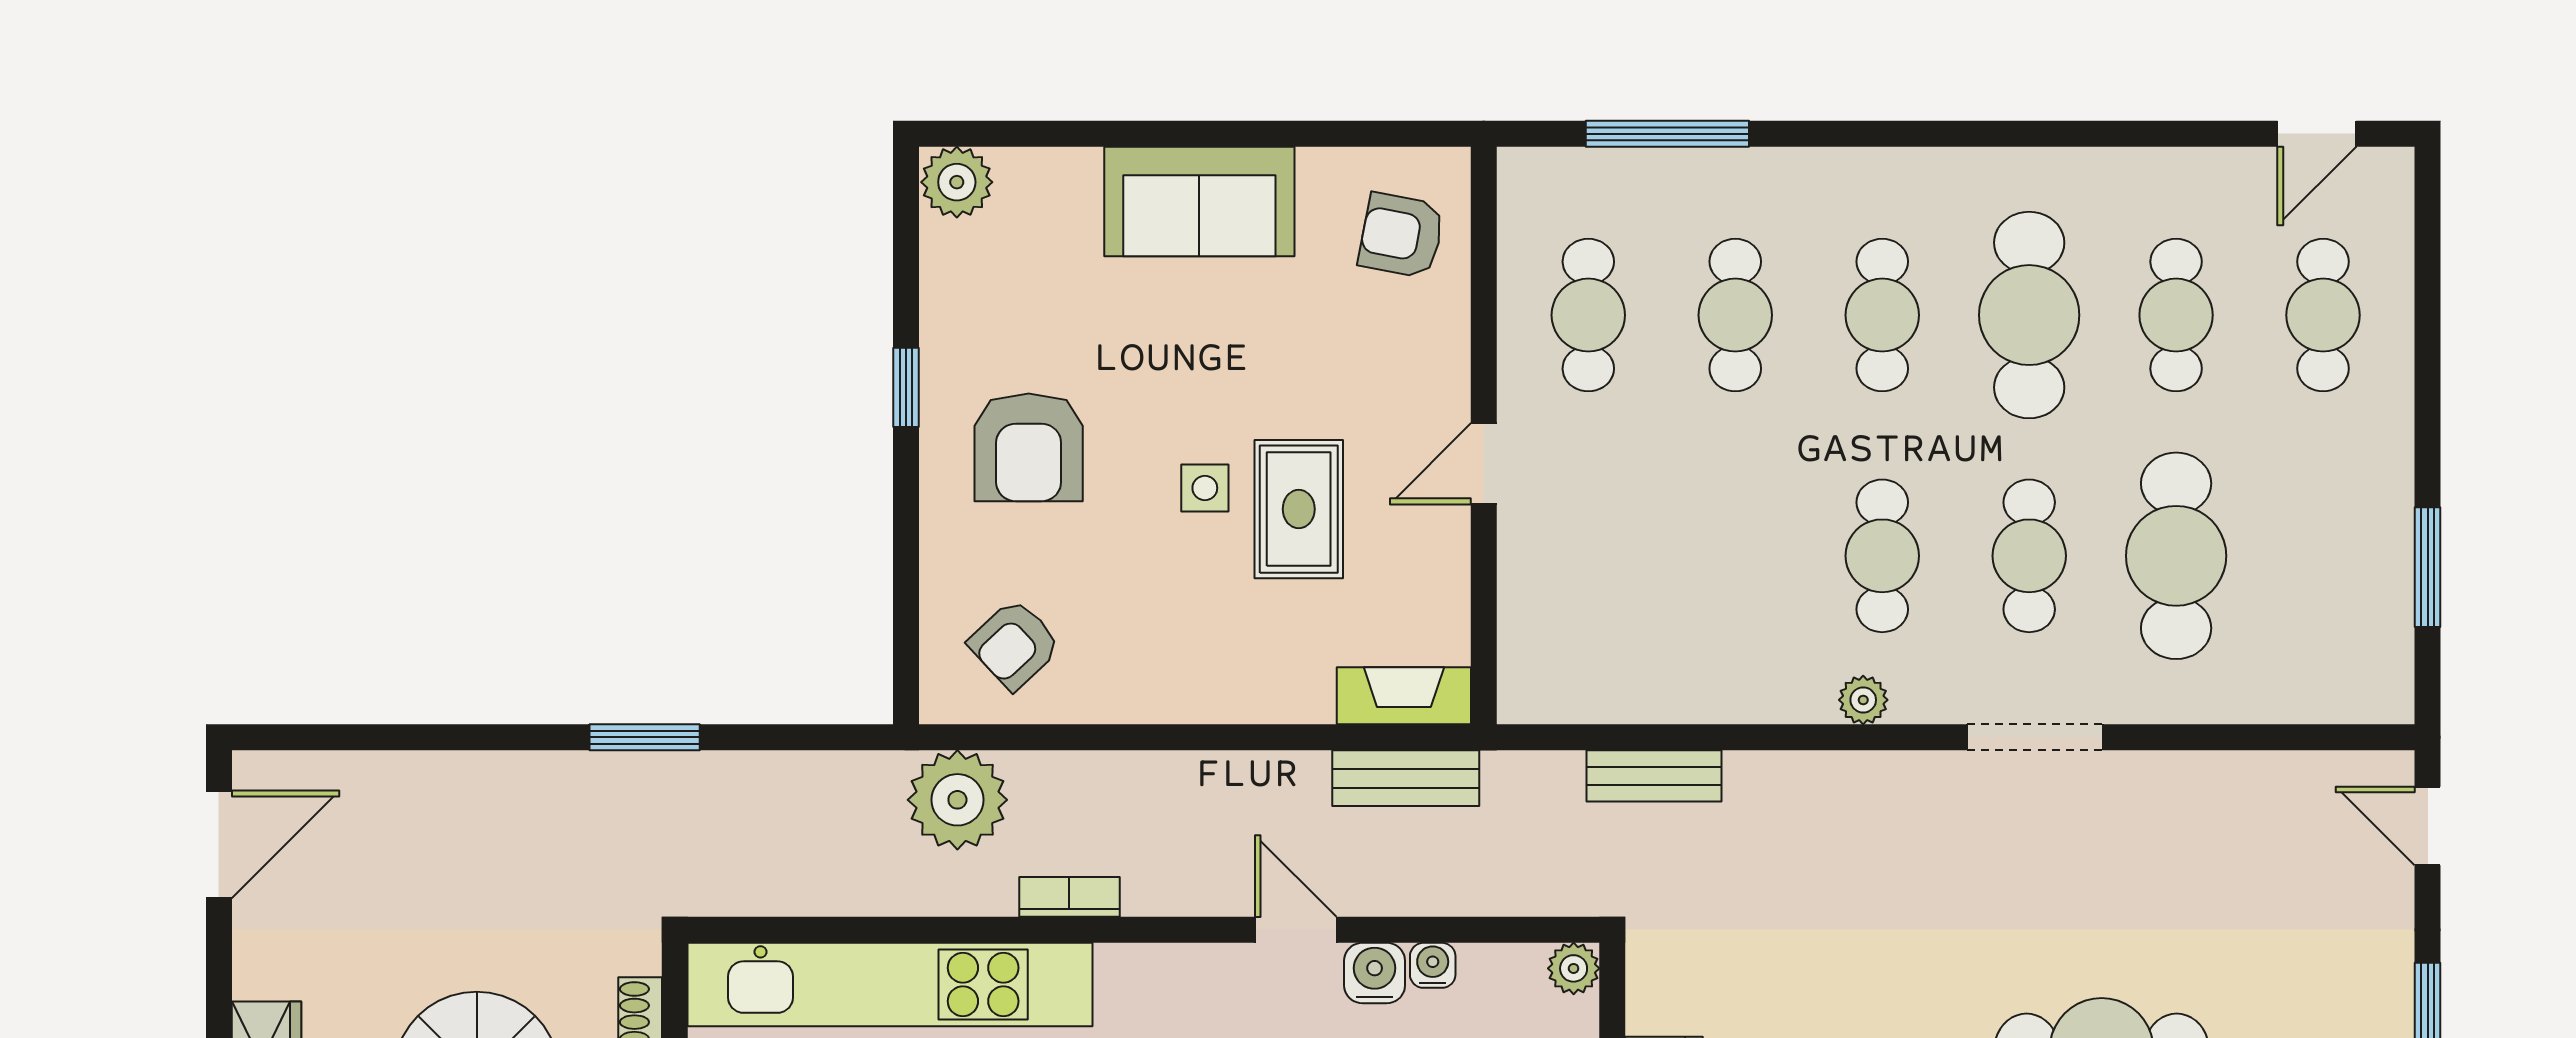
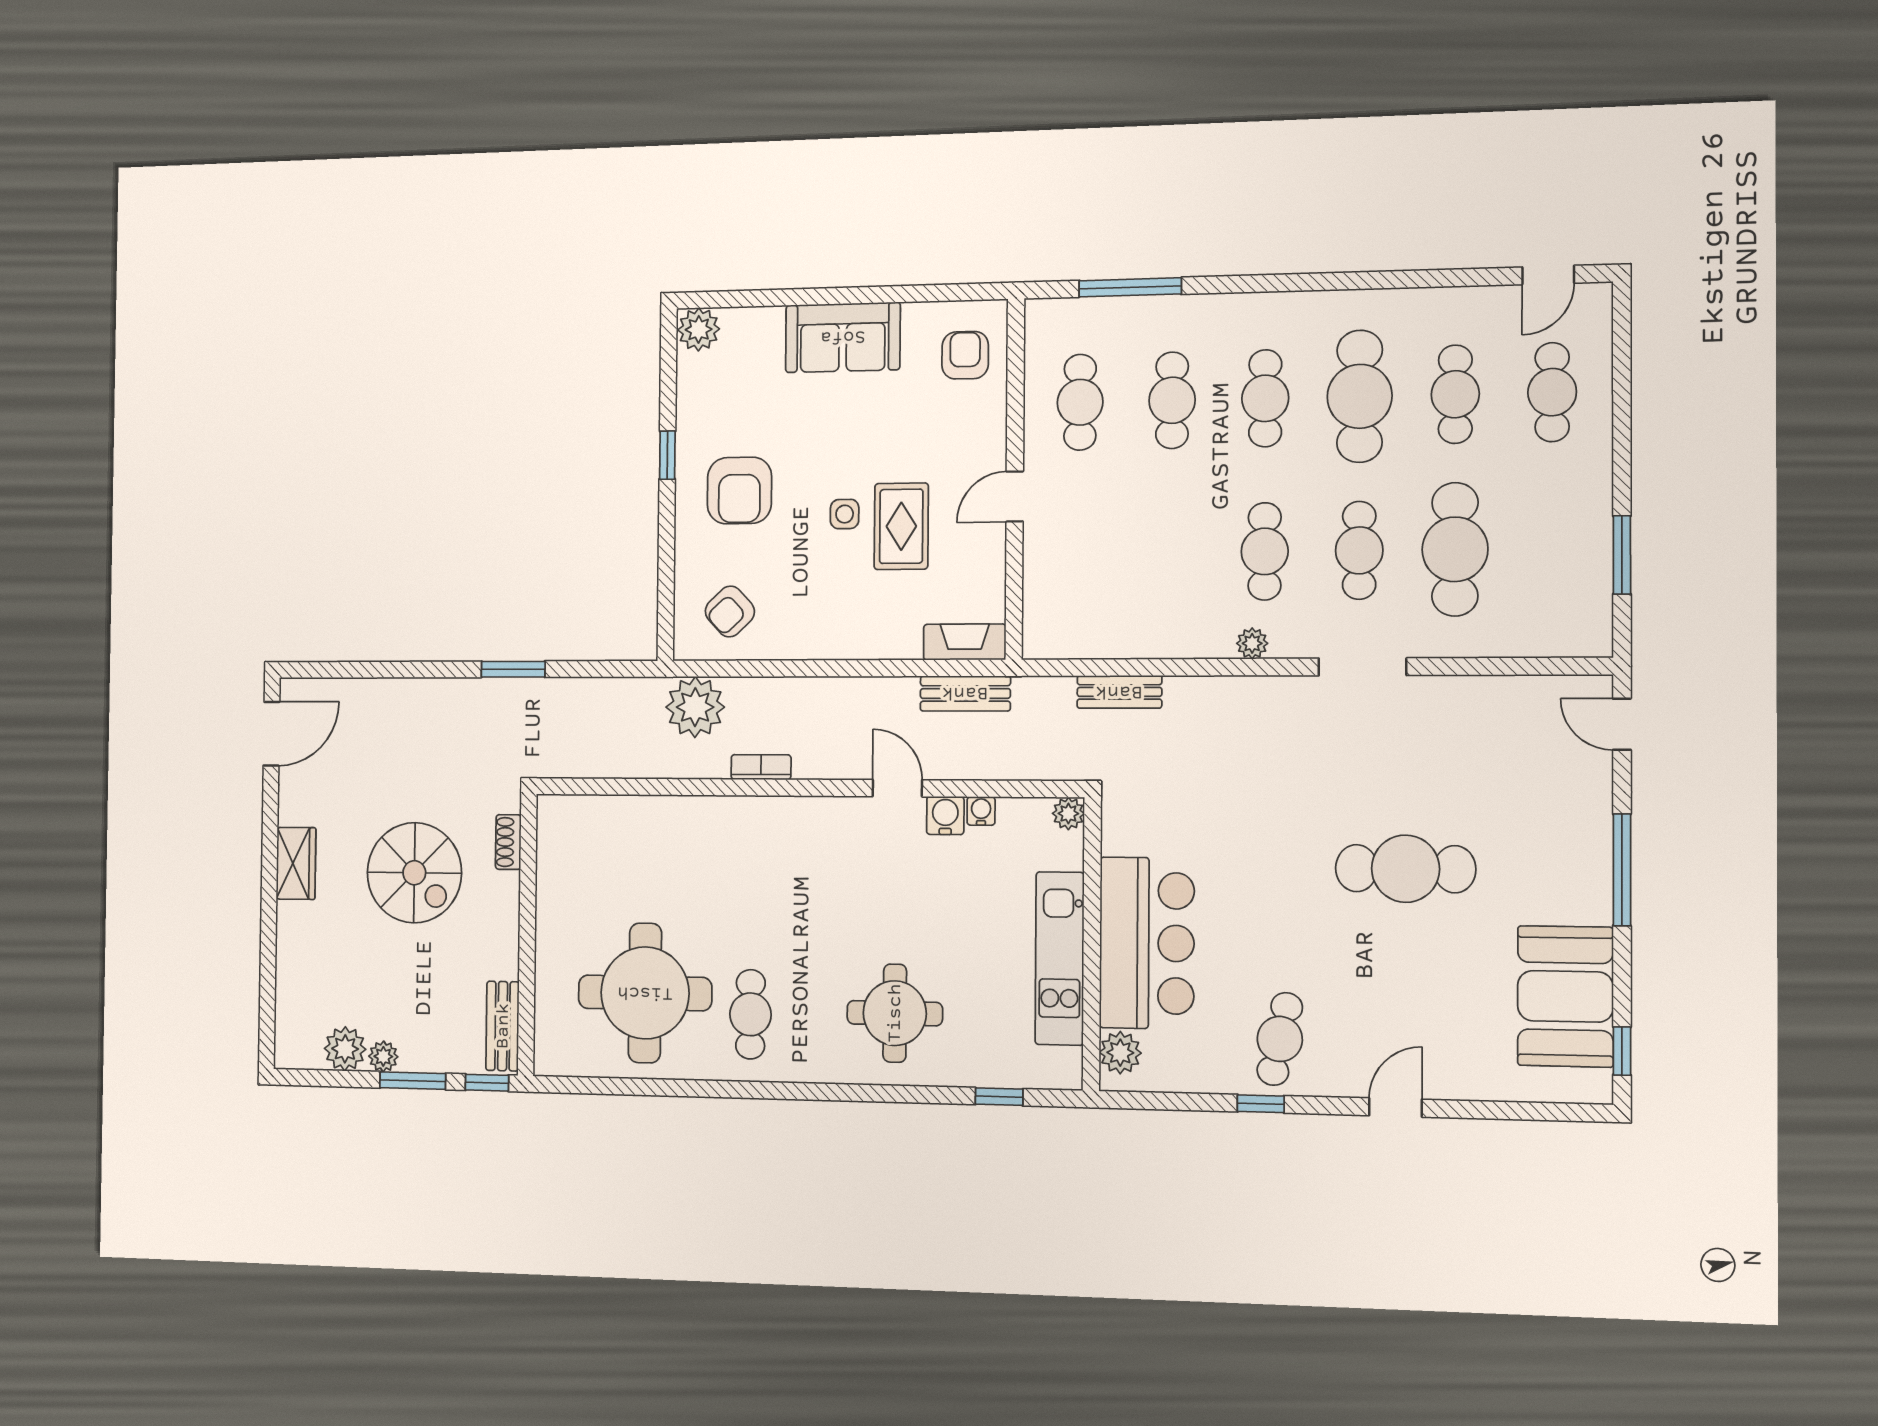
armchair: (1401, 235) -> (965, 355), turned 79
kitchen unit: (890, 985) -> (654, 820), removed

